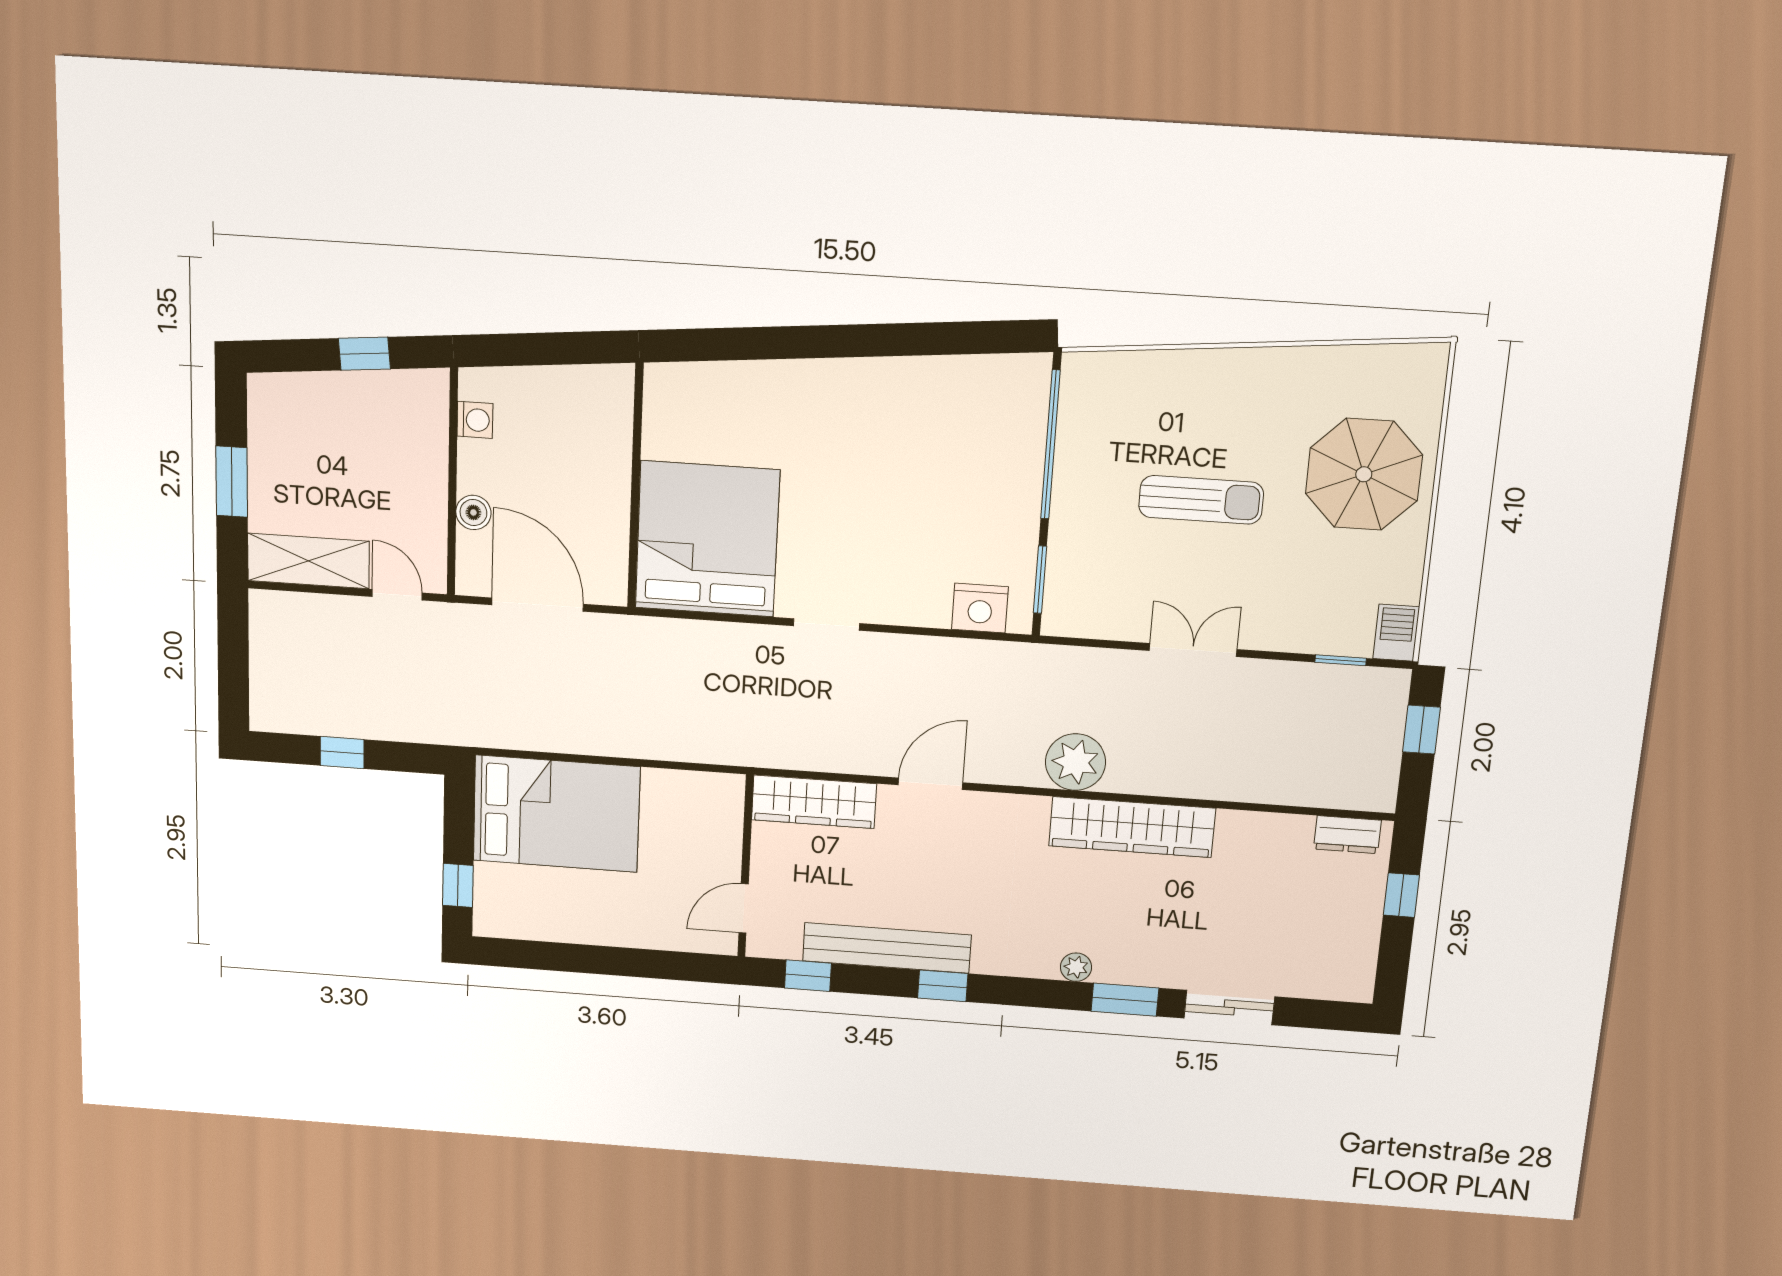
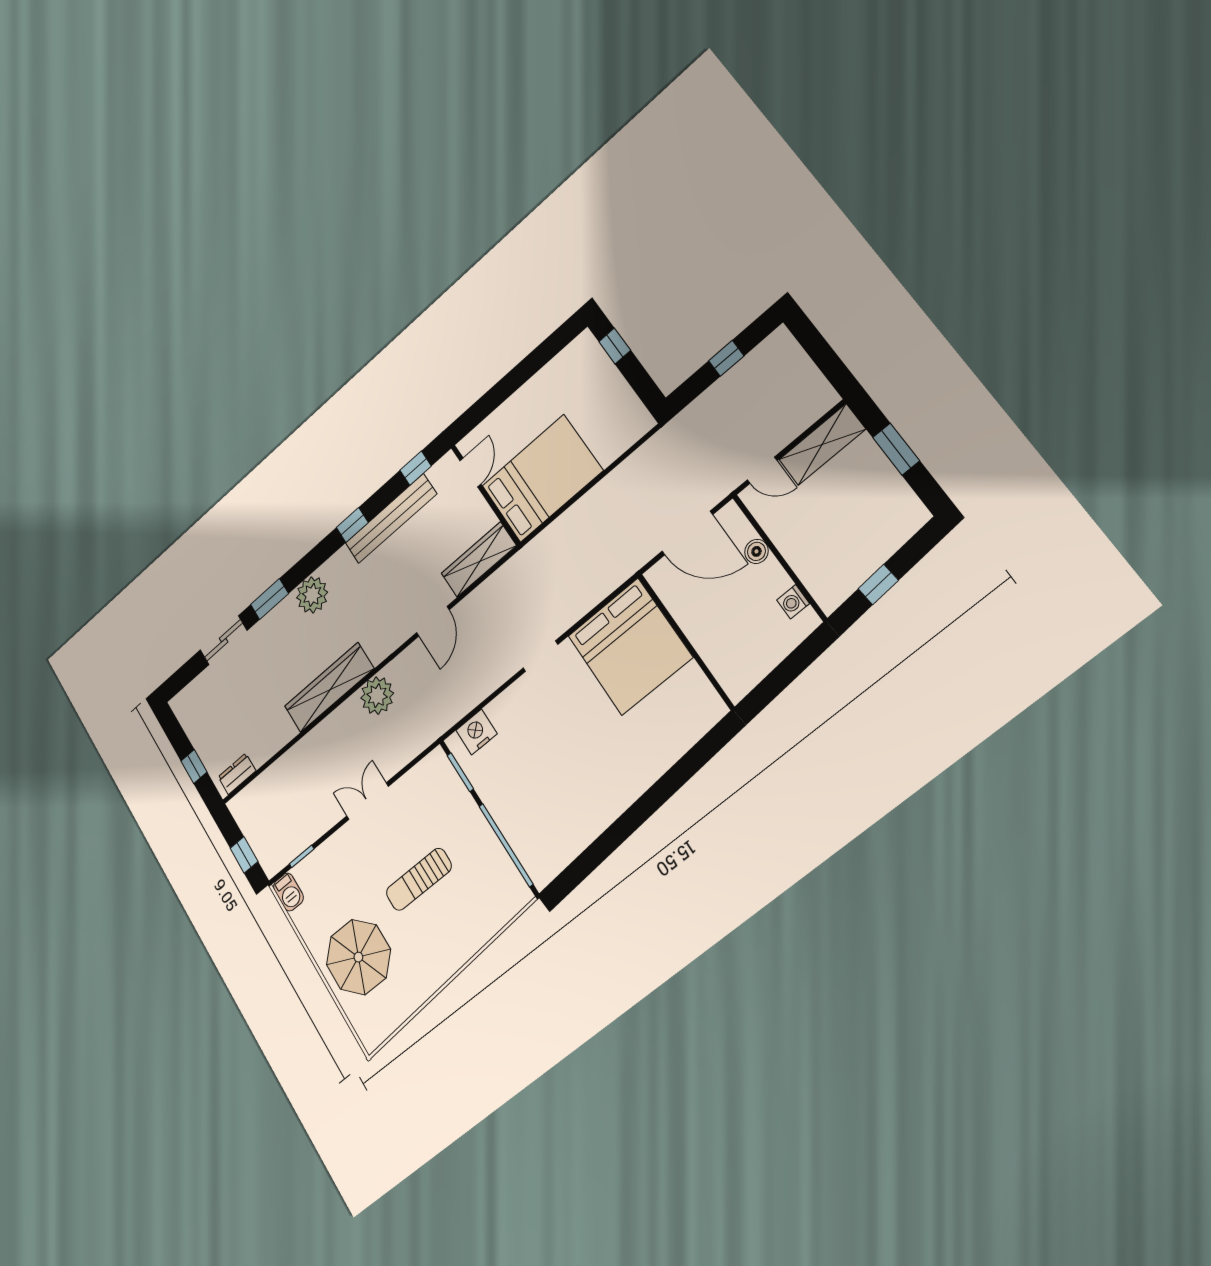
double door: (1193, 650) -> (367, 801), swing flipped
bed: (556, 814) -> (542, 478), moved, turned 180
plant: (1076, 967) -> (312, 595), width x1.88, depth x1.88

